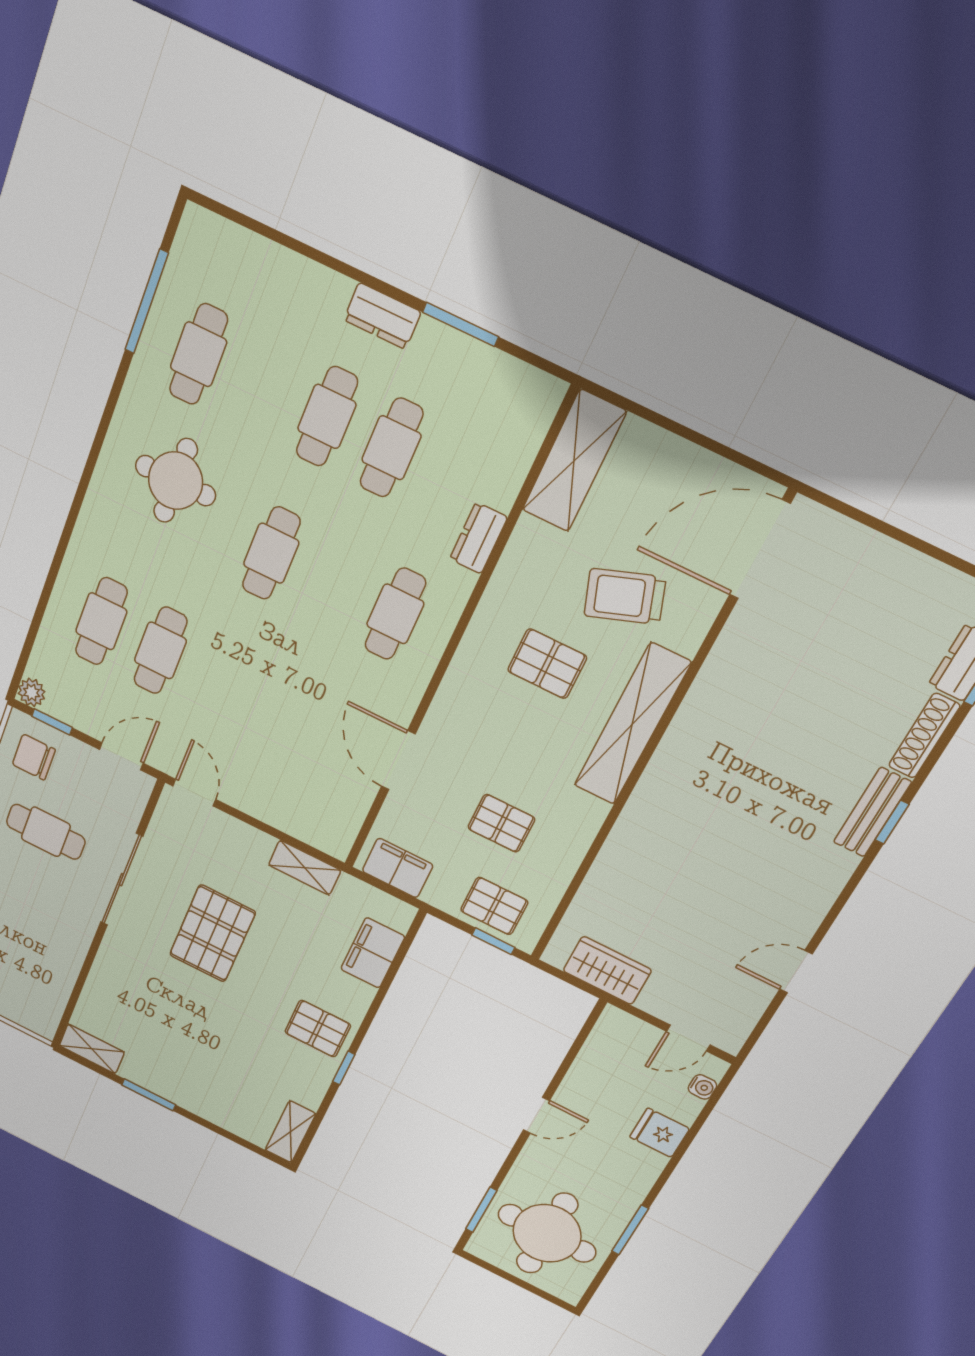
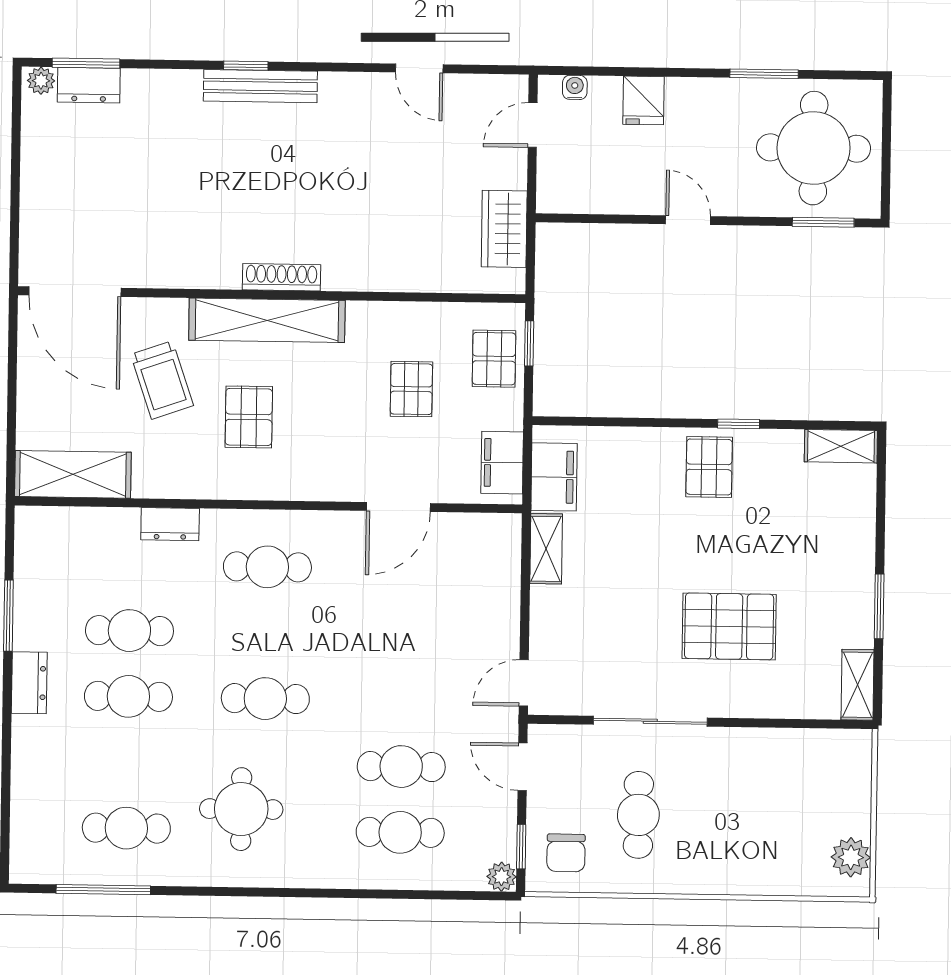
shoe rack: (924, 736) -> (282, 277), moved, turned 180
bench: (872, 812) -> (260, 86), width x1.36
pallet: (212, 934) -> (729, 626), moved
filing cabinet: (373, 953) -> (554, 477), moved, turned -90
door: (688, 1038) -> (533, 125), swing flipped

